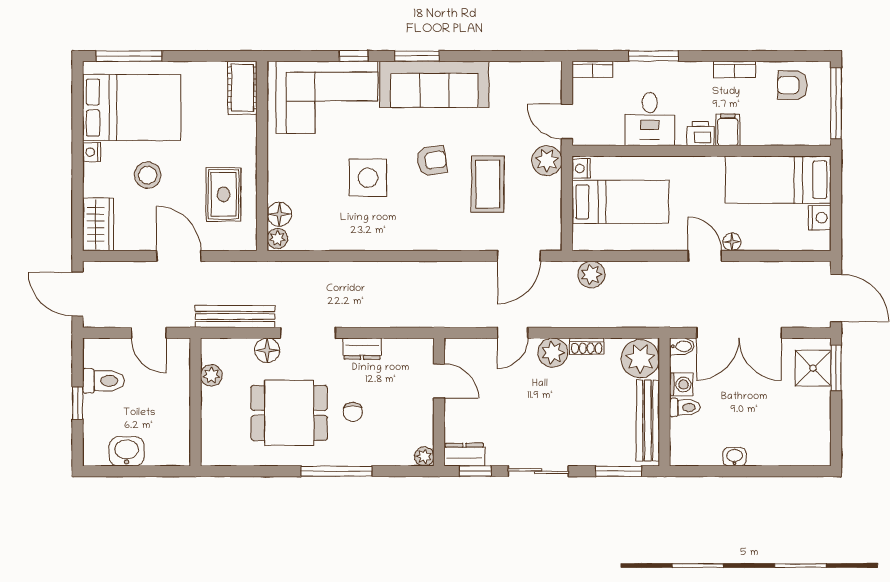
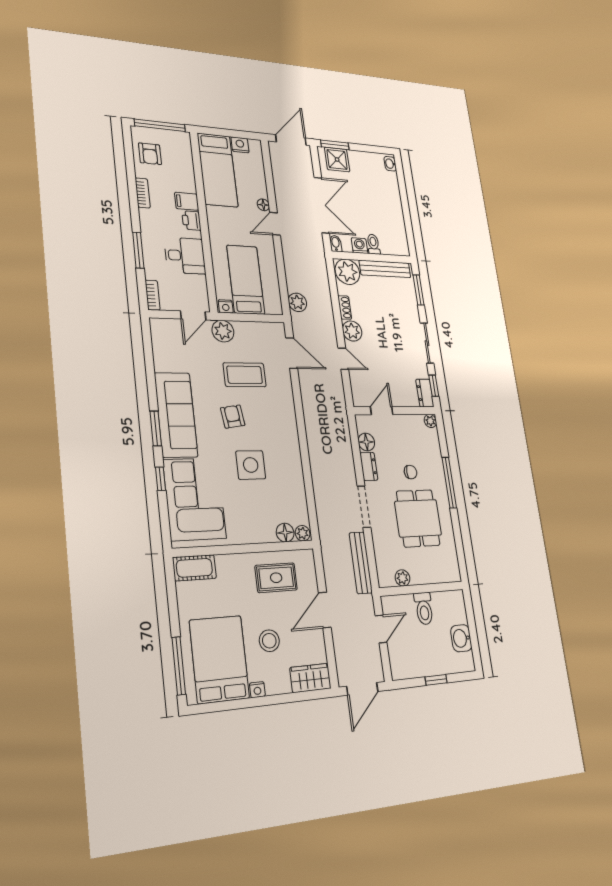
floor lamp: (267, 350) -> (366, 442), moved
toilet: (103, 381) -> (424, 609), moved, turned 180
washbasin: (735, 457) -> (390, 164), moved

